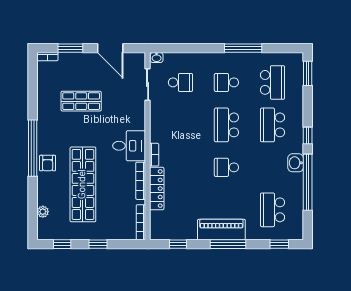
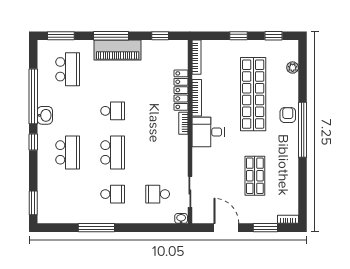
school desk: (272, 82) -> (68, 194), removed
shop shelf: (81, 101) -> (255, 176), turned 90
window: (279, 244) -> (61, 36), width x1.50

